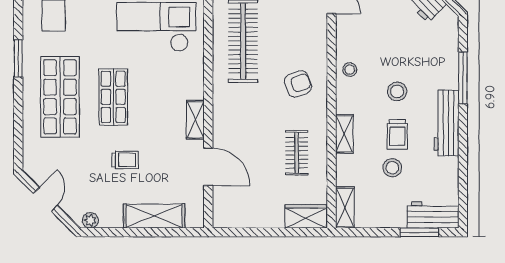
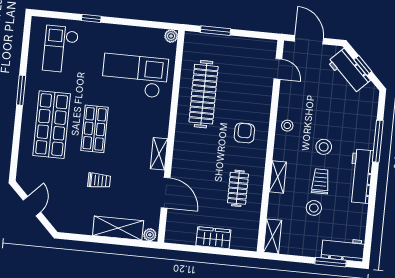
armchair: (298, 84) -> (244, 133), turned -70
trolley: (397, 134) -> (320, 181), turned 180
wardrobe: (306, 216) -> (213, 238), moved
plant: (90, 220) -> (150, 235), moved

